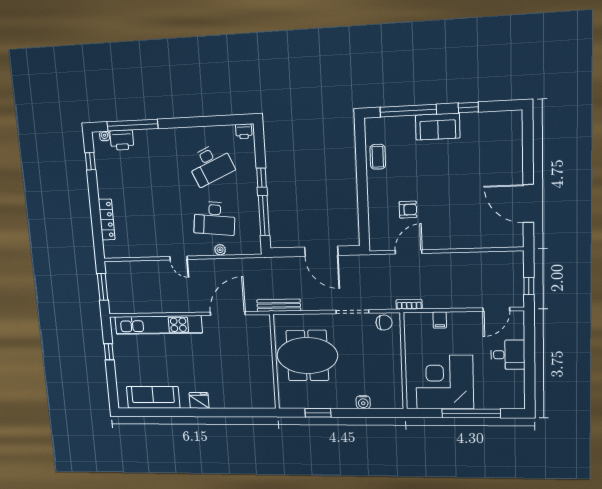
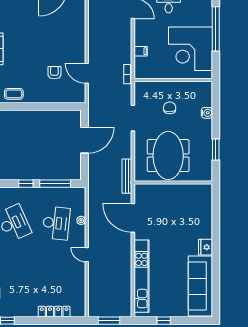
door: (179, 258) -> (87, 255), swing flipped
chair: (384, 323) -> (170, 108), moved
sofa: (153, 397) -> (200, 286), width x1.36, depth x1.27

